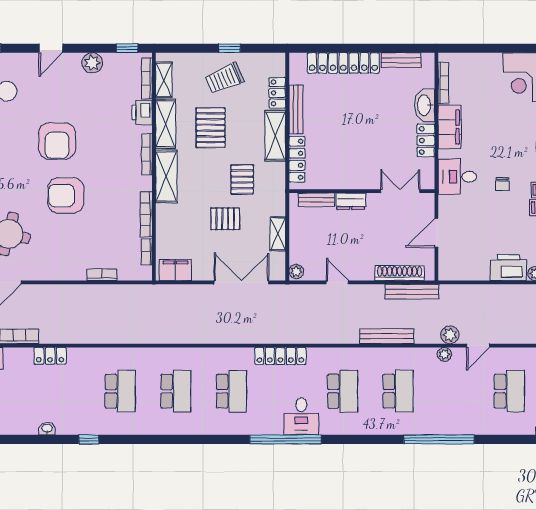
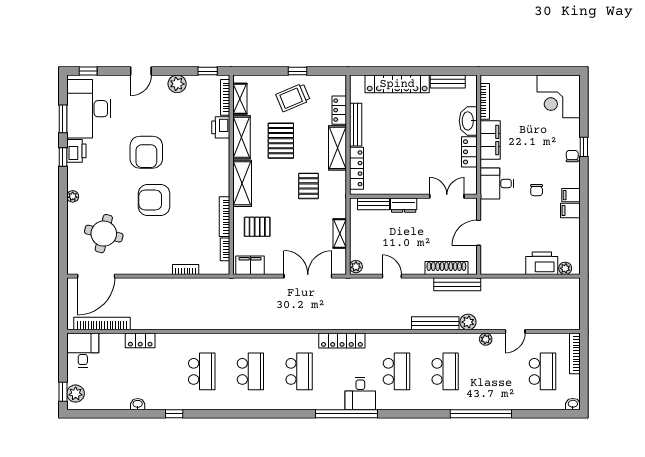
bookcase: (147, 154) -> (225, 164), removed
pallet: (225, 219) -> (257, 227), moved
plant: (450, 335) -> (468, 322), moved

